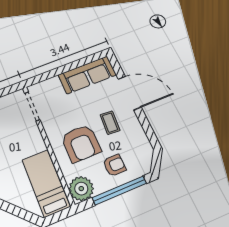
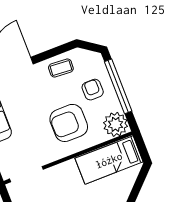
coffee table: (110, 123) -> (61, 68), moved
armchair: (81, 143) -> (69, 123), turned 180

